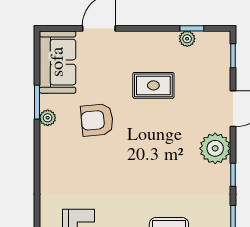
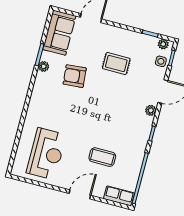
plant: (187, 39) -> (163, 44), moved
side table: (218, 65) -> (161, 61), added
plant: (215, 148) -> (151, 110), width x0.53, depth x0.53

